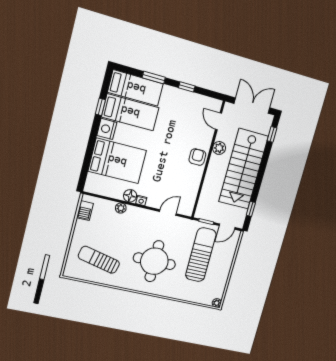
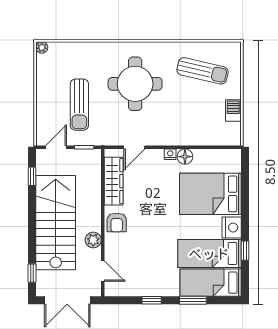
wardrobe: (191, 190) -> (114, 181), added
plant: (121, 208) -> (192, 139), removed
barbecue: (85, 211) -> (233, 111), moved
sun lounger: (201, 255) -> (79, 105), width x0.73, depth x0.75

